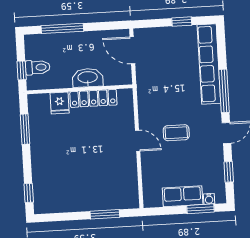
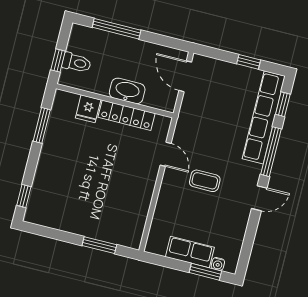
door: (138, 141) -> (166, 154), moved
window: (229, 172) -> (283, 104), moved

